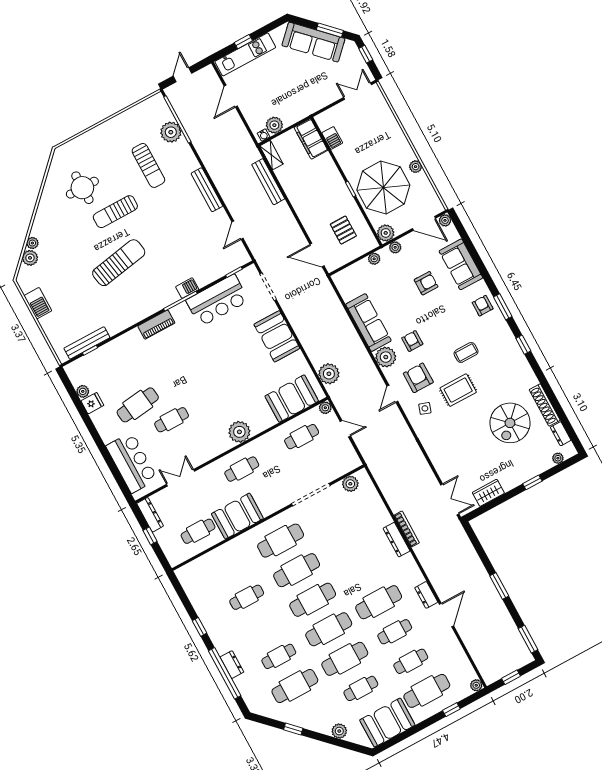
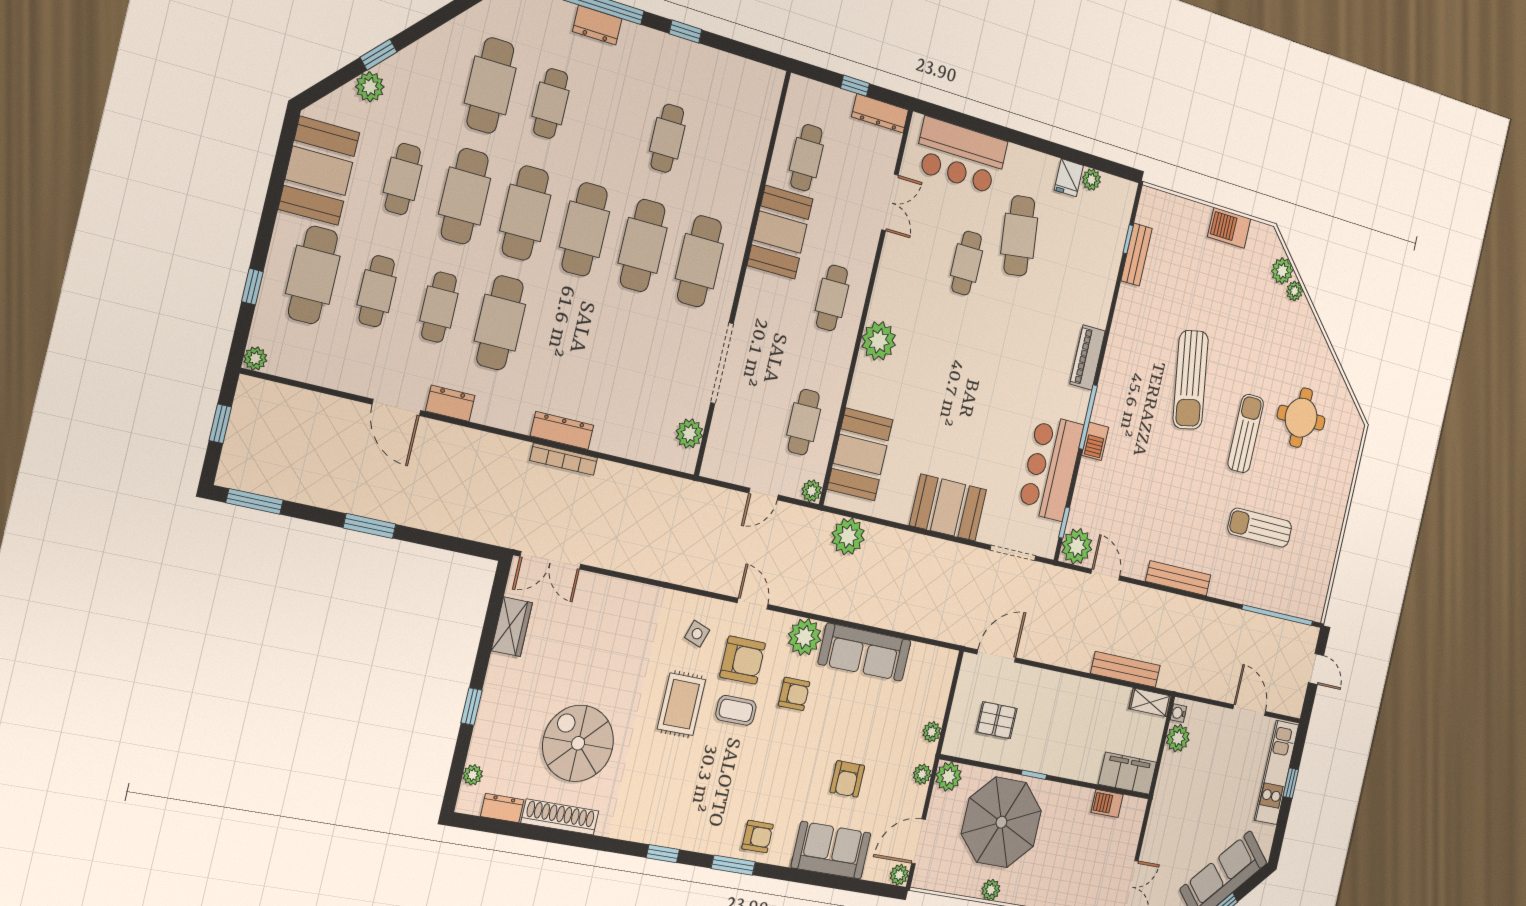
plant: (171, 132) -> (1077, 546), moved
bench: (87, 343) -> (1137, 255), width x0.73
coffee table: (466, 352) -> (736, 710), moved, turned 90
window: (293, 729) -> (379, 55), moved

